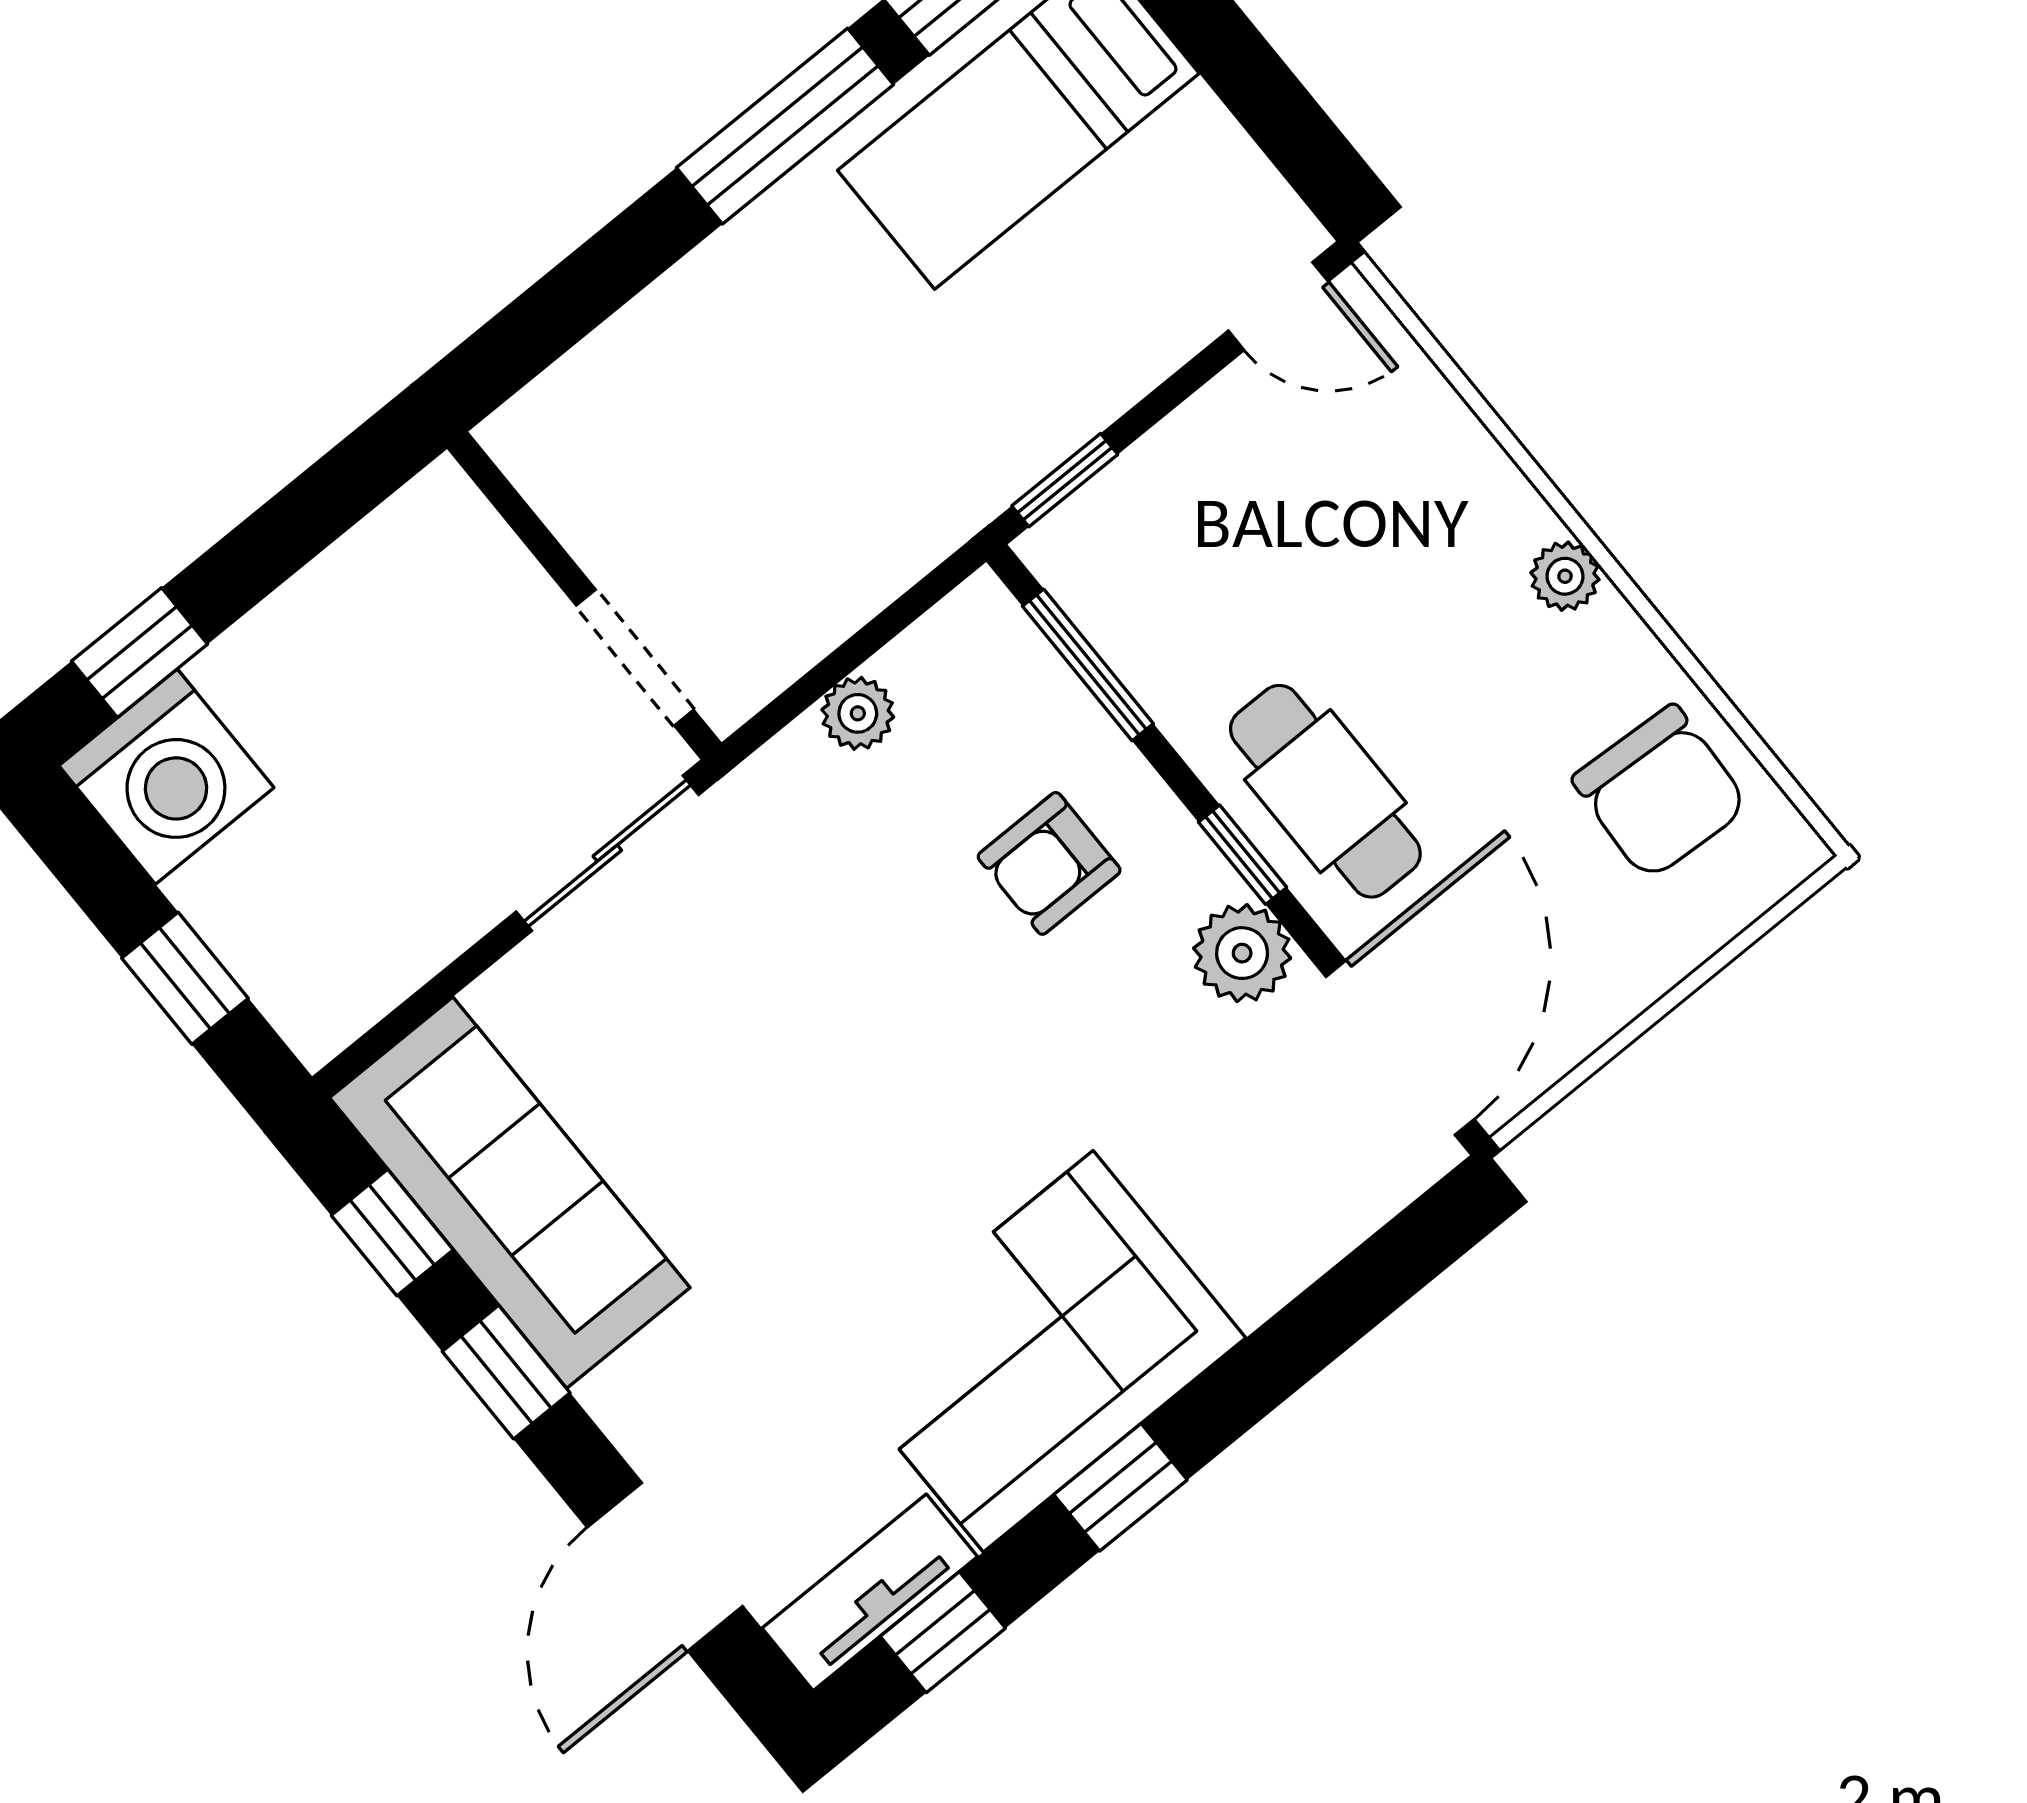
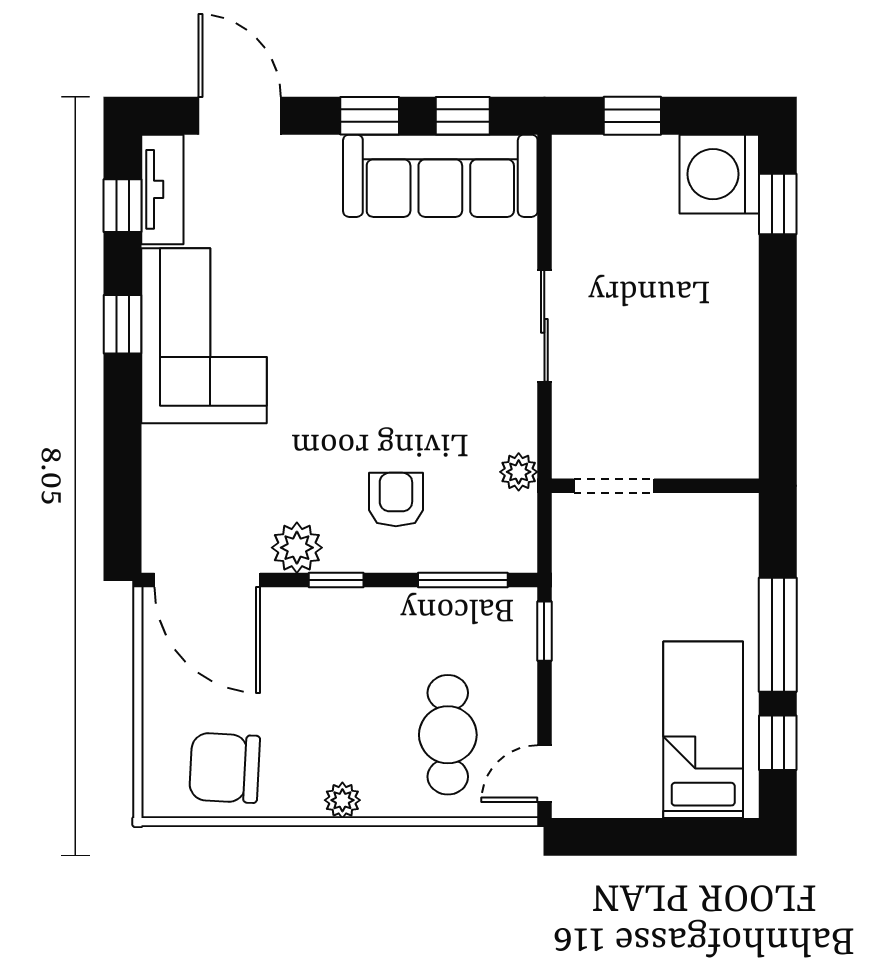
wall: (584, 596) -> (655, 486), moved
doorway: (635, 658) -> (614, 486), moved
cafe table: (1325, 791) -> (448, 735), moved, turned 90

